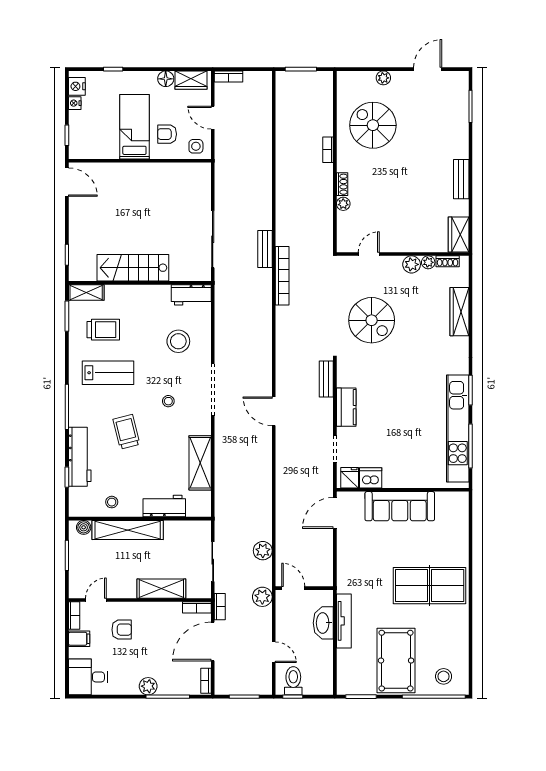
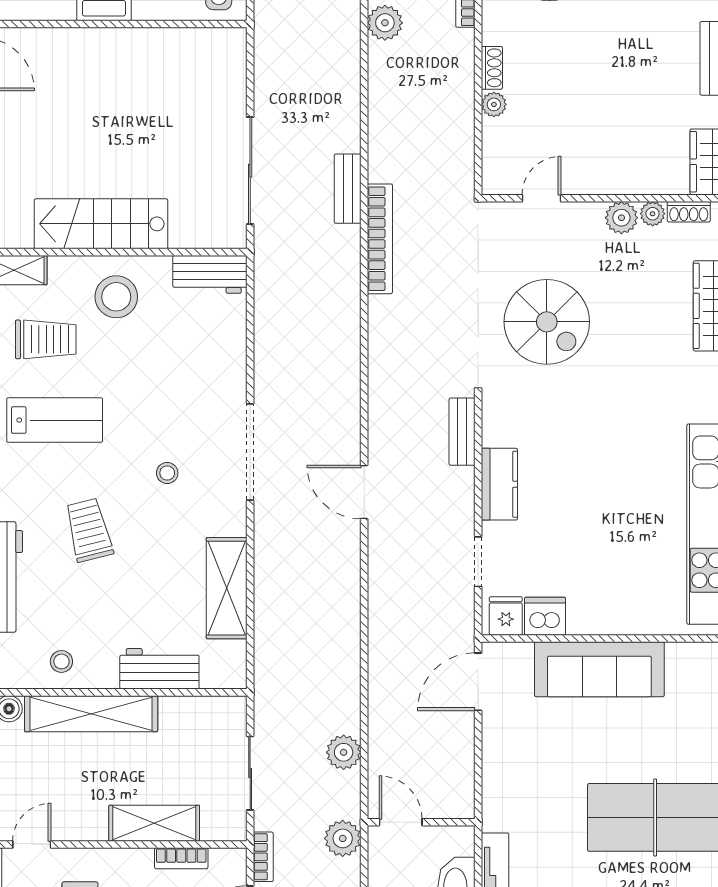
plant: (285, 160) -> (385, 23), added
stool: (178, 341) -> (116, 297), moved
bookcase: (197, 607) -> (181, 858), moved

